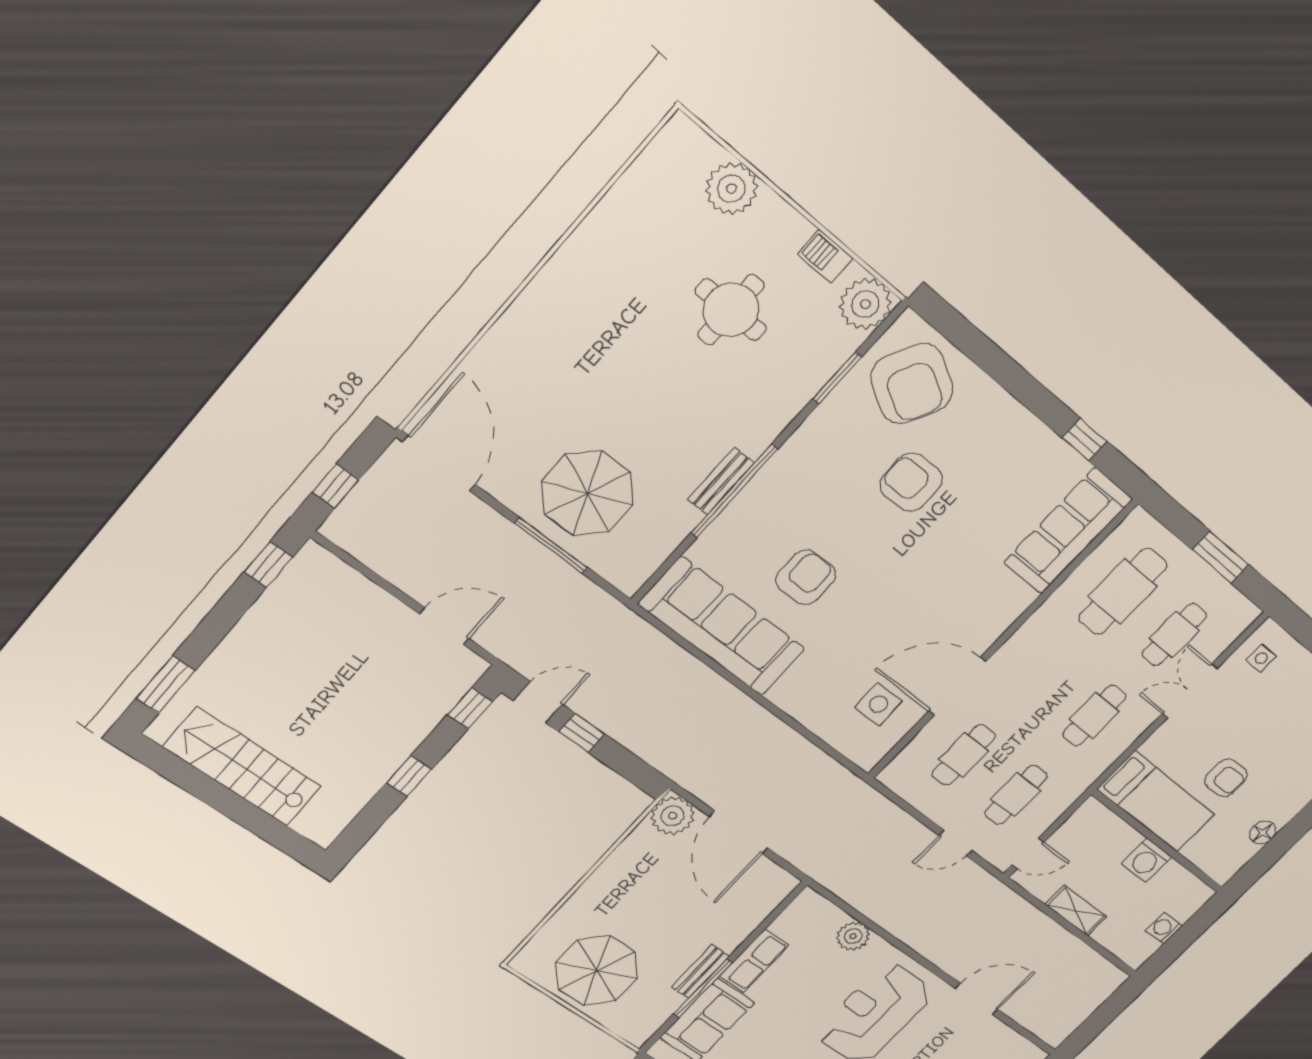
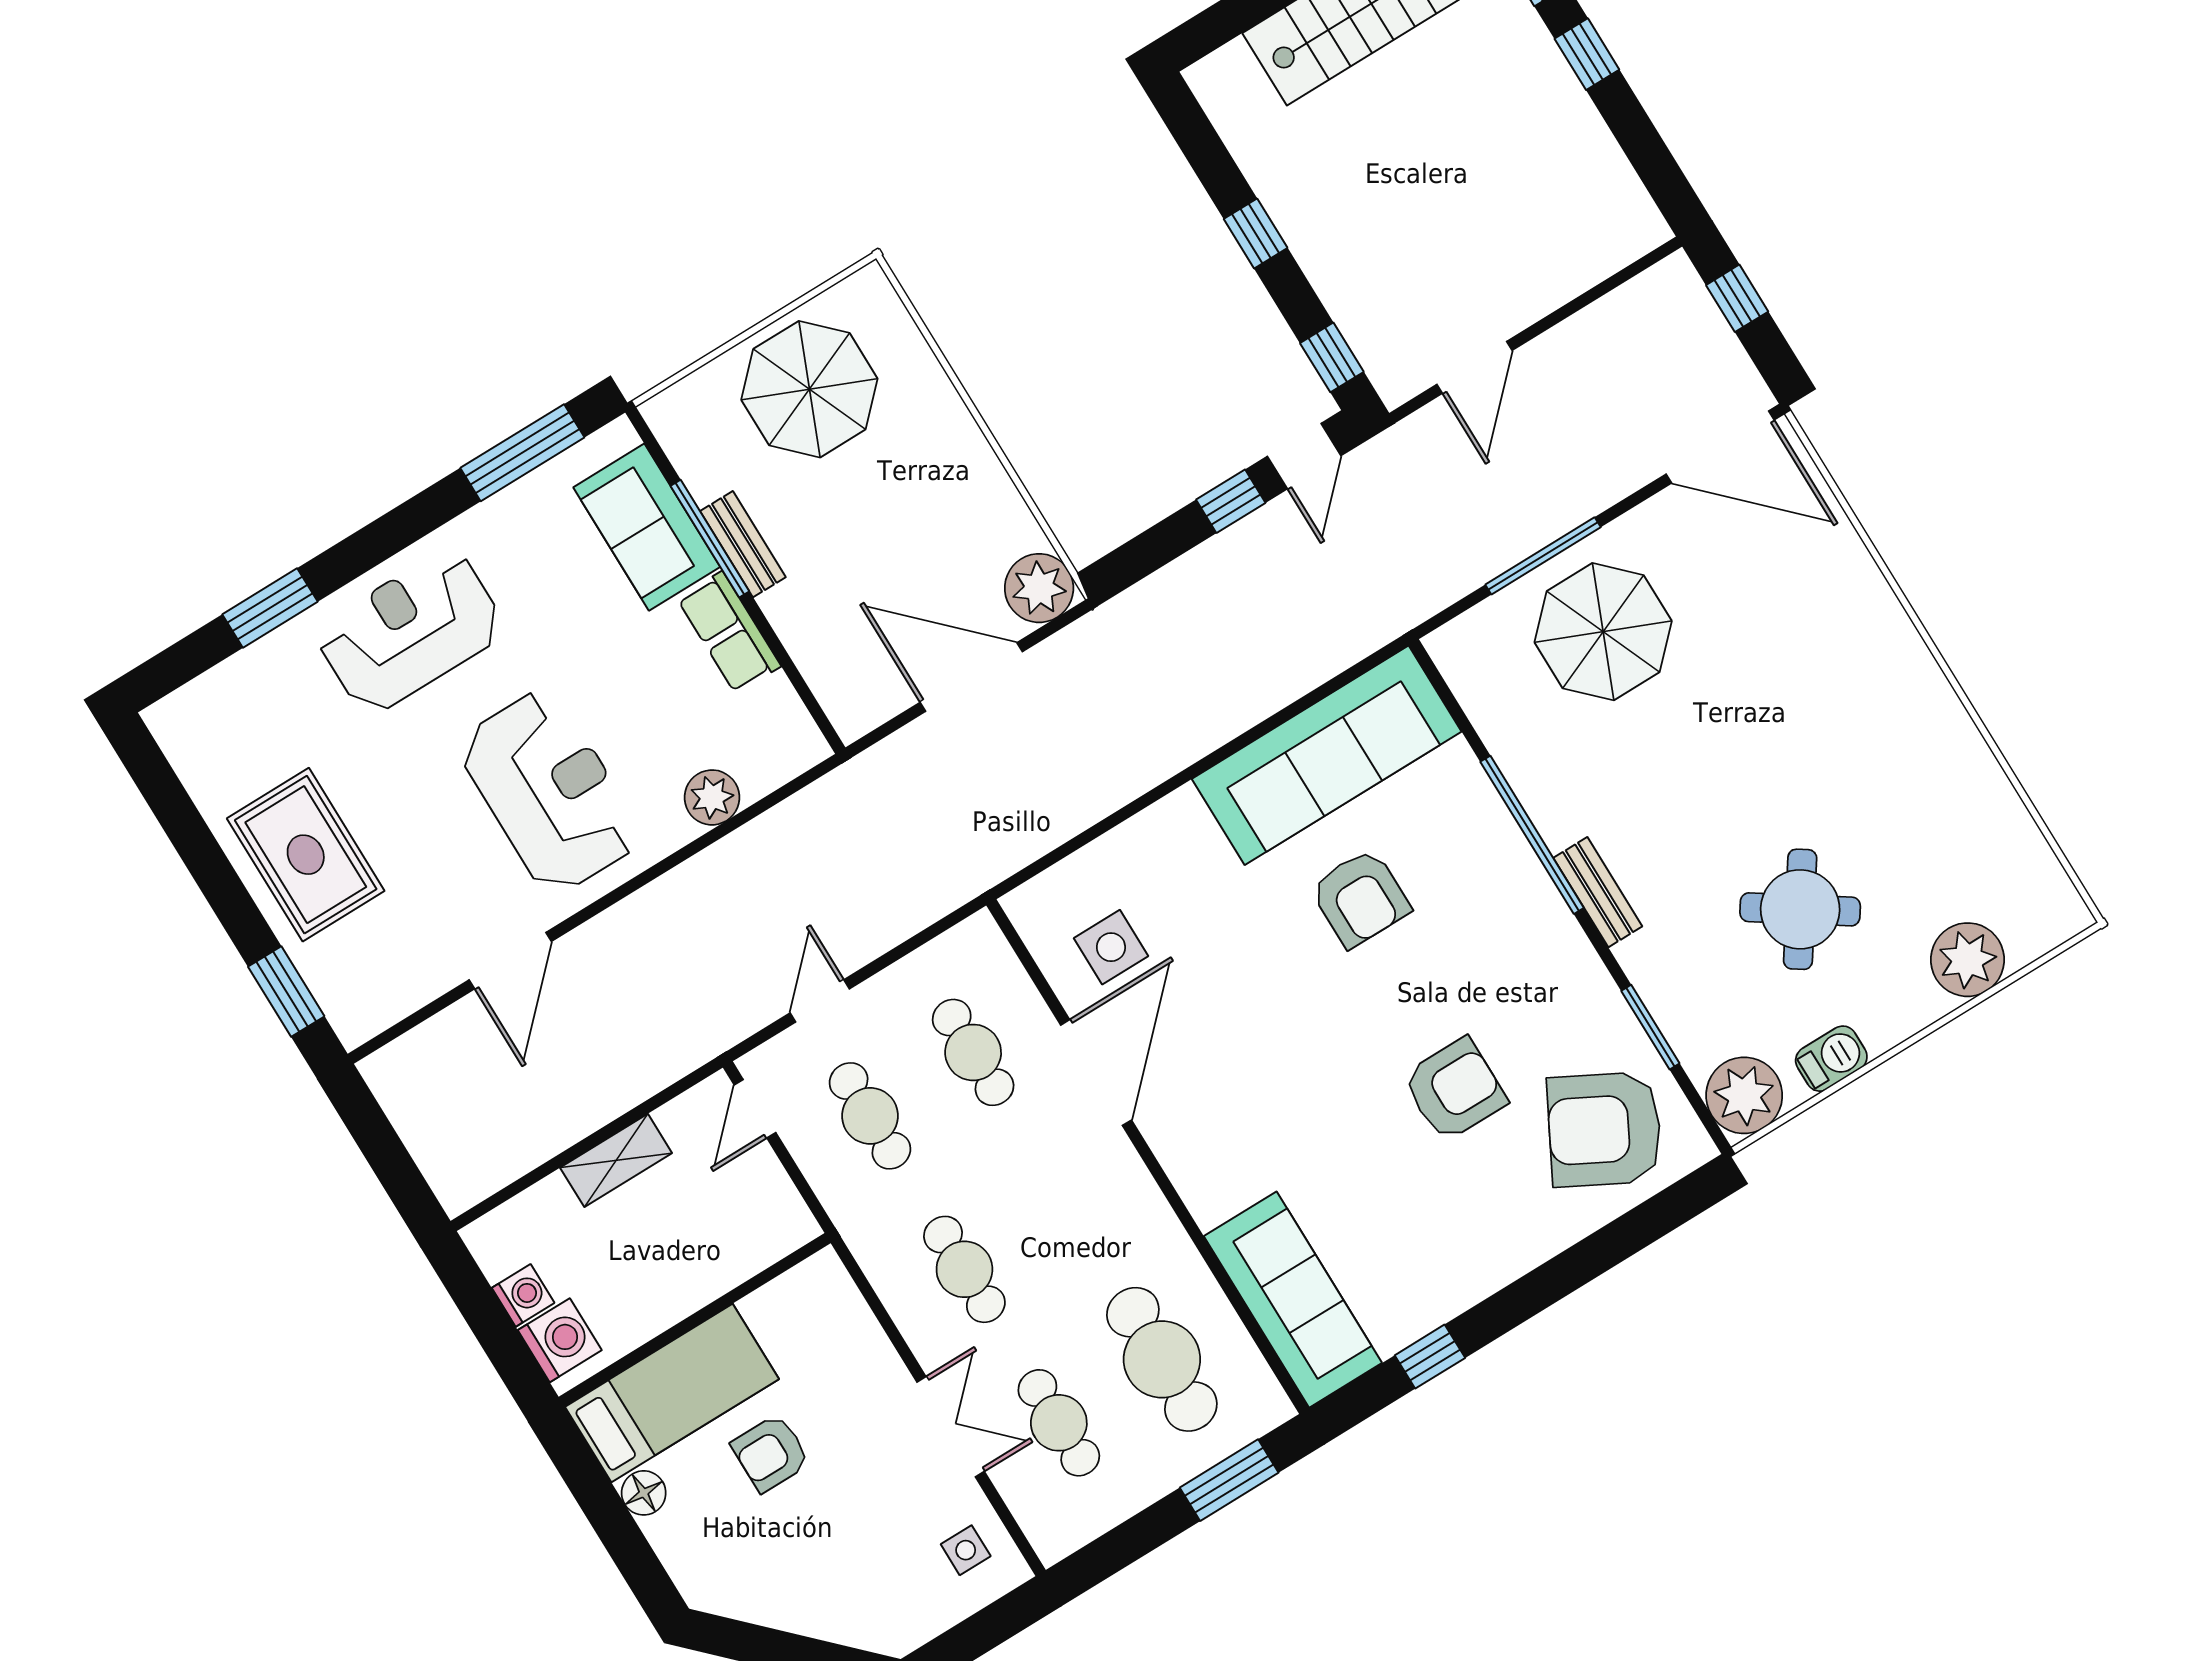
round table: (731, 310) -> (1800, 909), turned 34
bench: (721, 481) -> (1598, 892), moved
window: (1221, 557) -> (1229, 1480), moved
window: (268, 565) -> (1587, 54), moved
bed: (1156, 802) -> (672, 1393), moved, turned 180
washing machine: (1147, 860) -> (560, 1340), moved, turned 90

